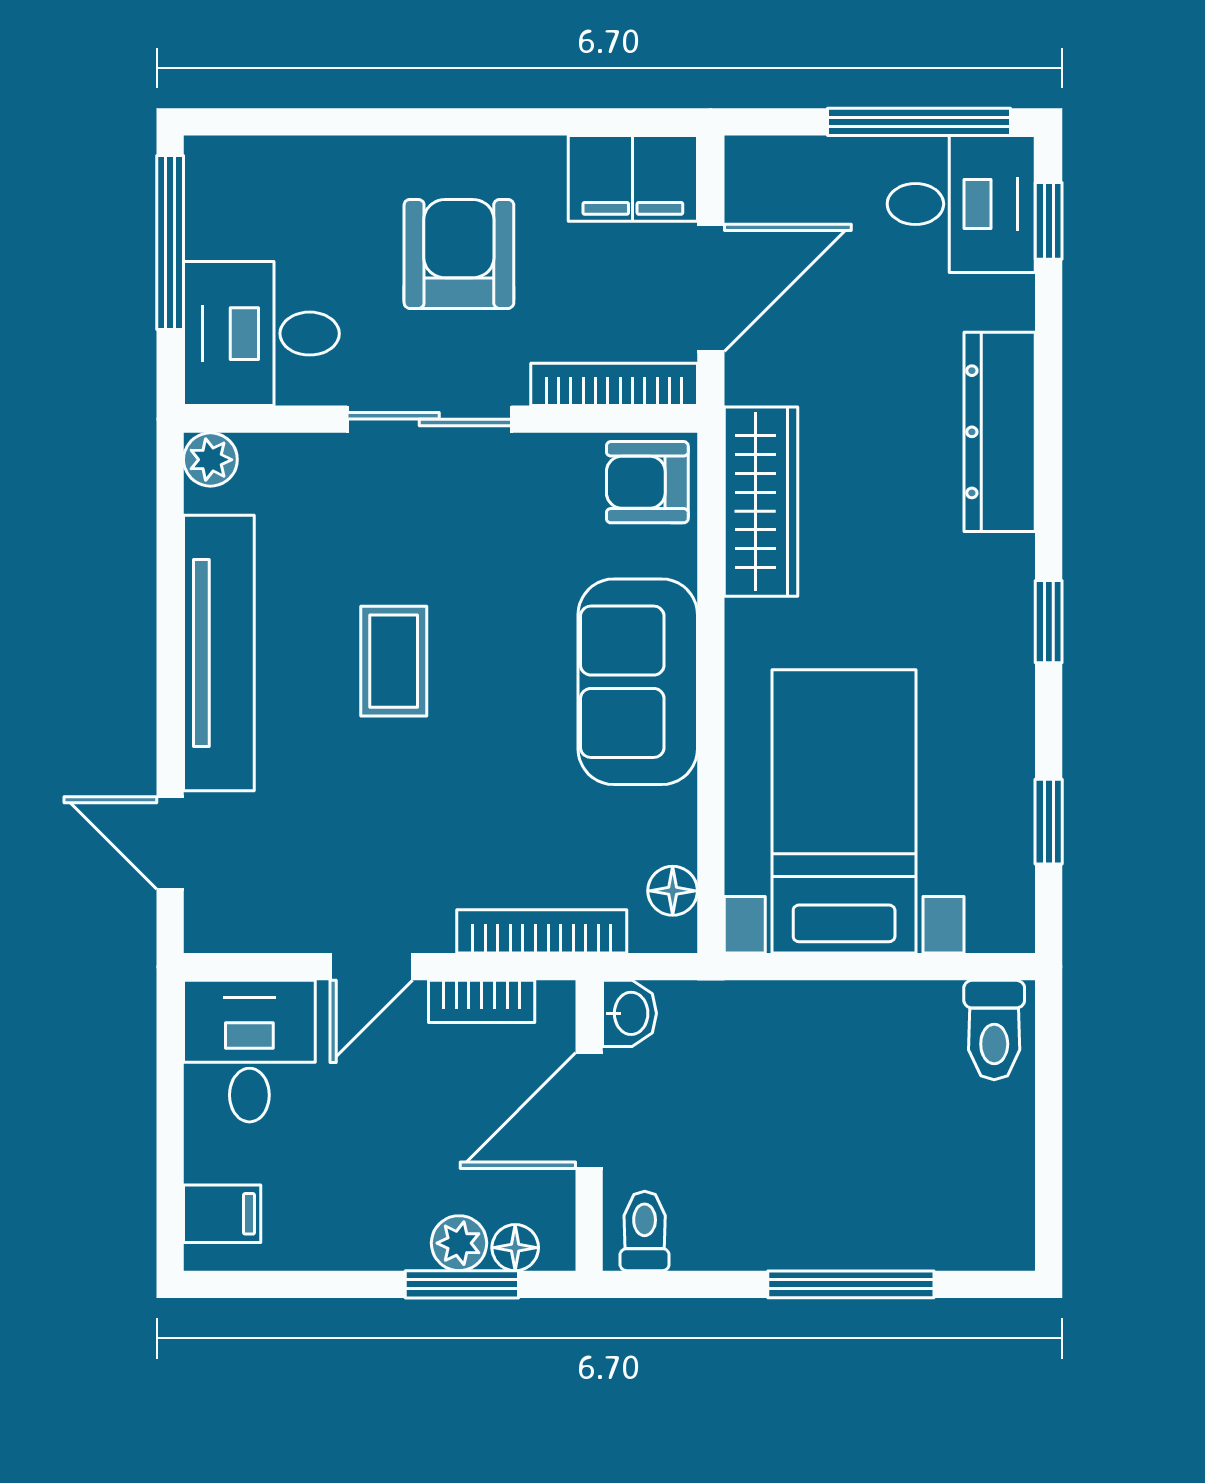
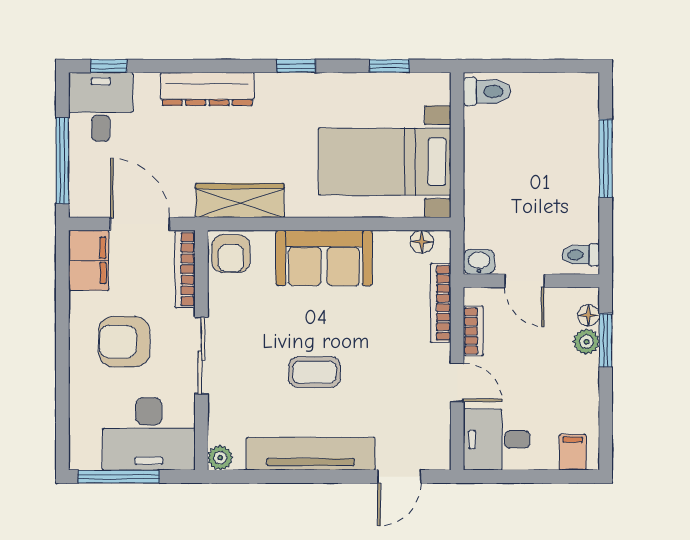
window: (919, 122) -> (62, 161), moved
desk: (261, 334) -> (149, 434), width x1.37
door: (589, 1110) -> (524, 281), width x0.73

